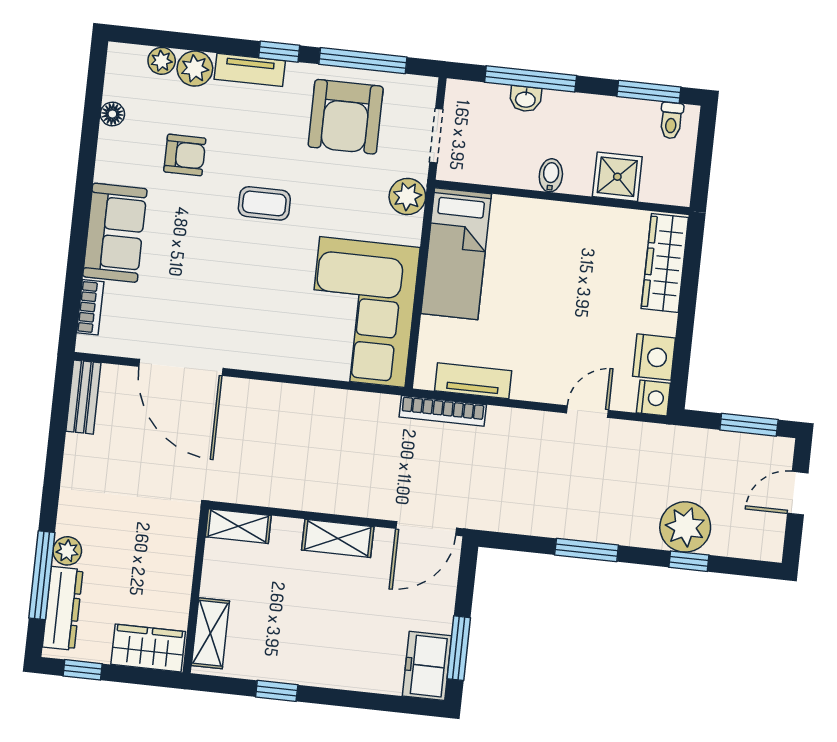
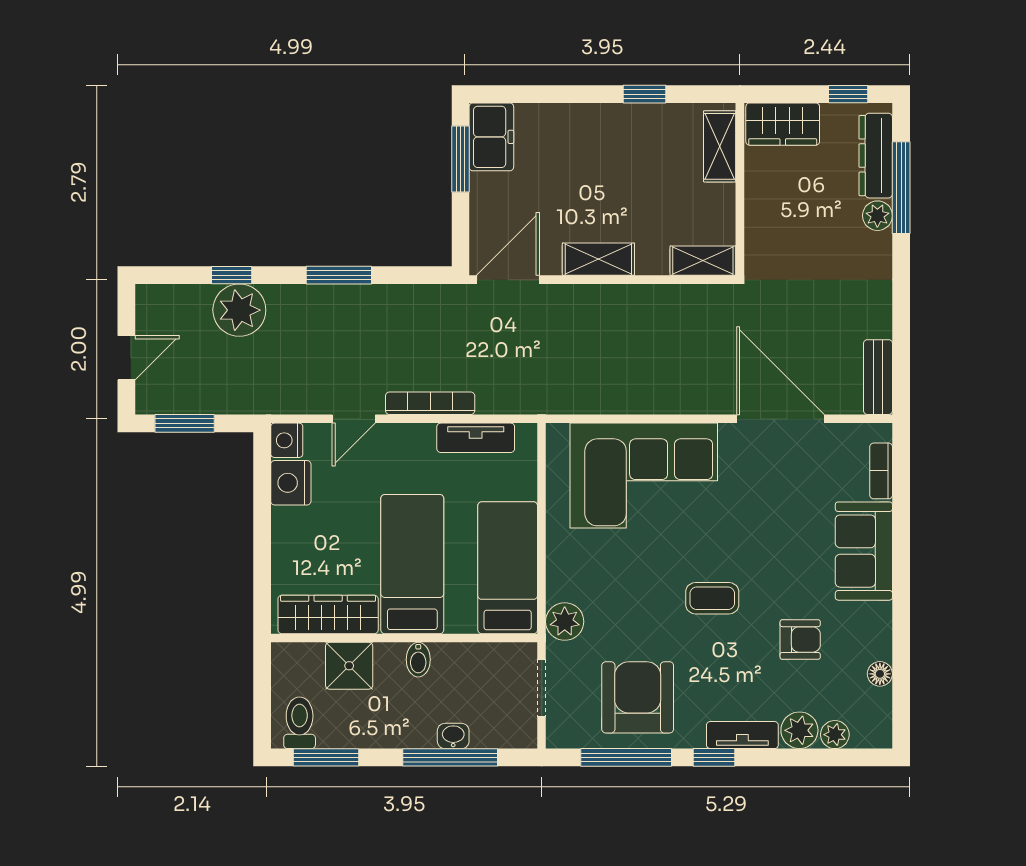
toilet: (671, 121) -> (300, 723), width x1.37, depth x1.39
armchair: (185, 155) -> (800, 640), turned 180
wardrobe: (665, 263) -> (328, 615), moved, turned -90
bed: (547, 267) -> (412, 564), added
corner sofa: (362, 312) -> (644, 476), moved, turned 90
bookcase: (443, 411) -> (430, 403), moved

